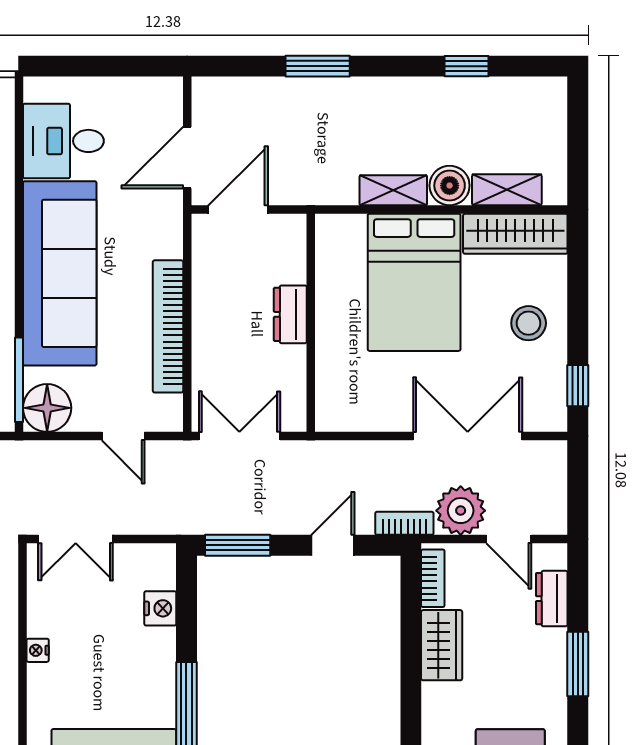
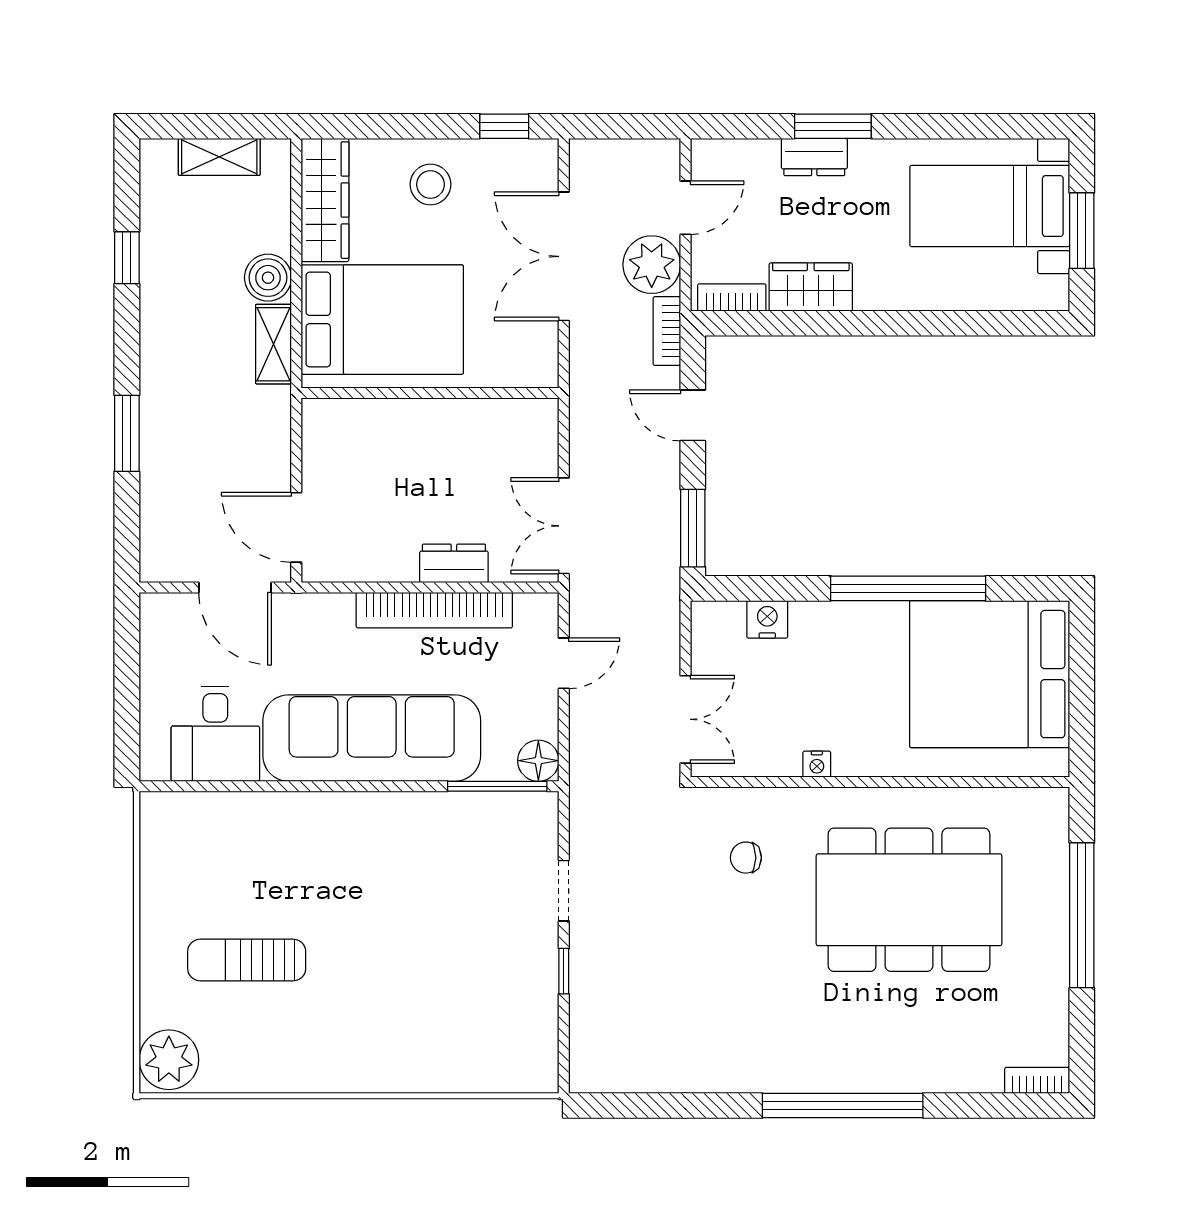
shelving: (507, 190) -> (219, 157), moved, turned 90
dresser: (290, 314) -> (454, 563), moved, turned 180
wall: (311, 323) -> (430, 393), moved
floor lamp: (47, 408) -> (538, 761), width x0.73, depth x0.73
dresser: (552, 599) -> (814, 157), moved

